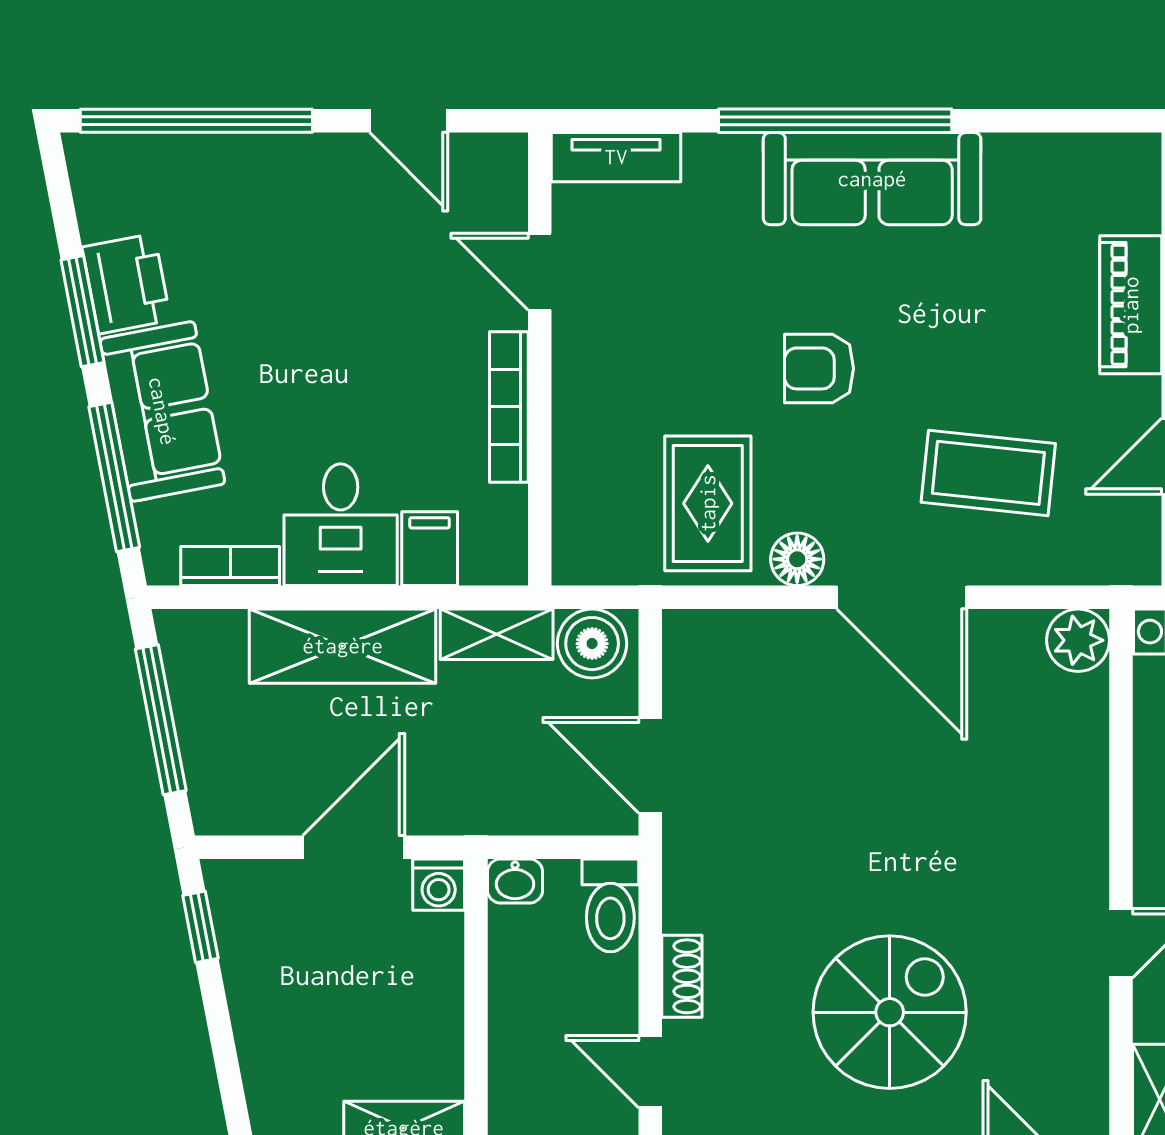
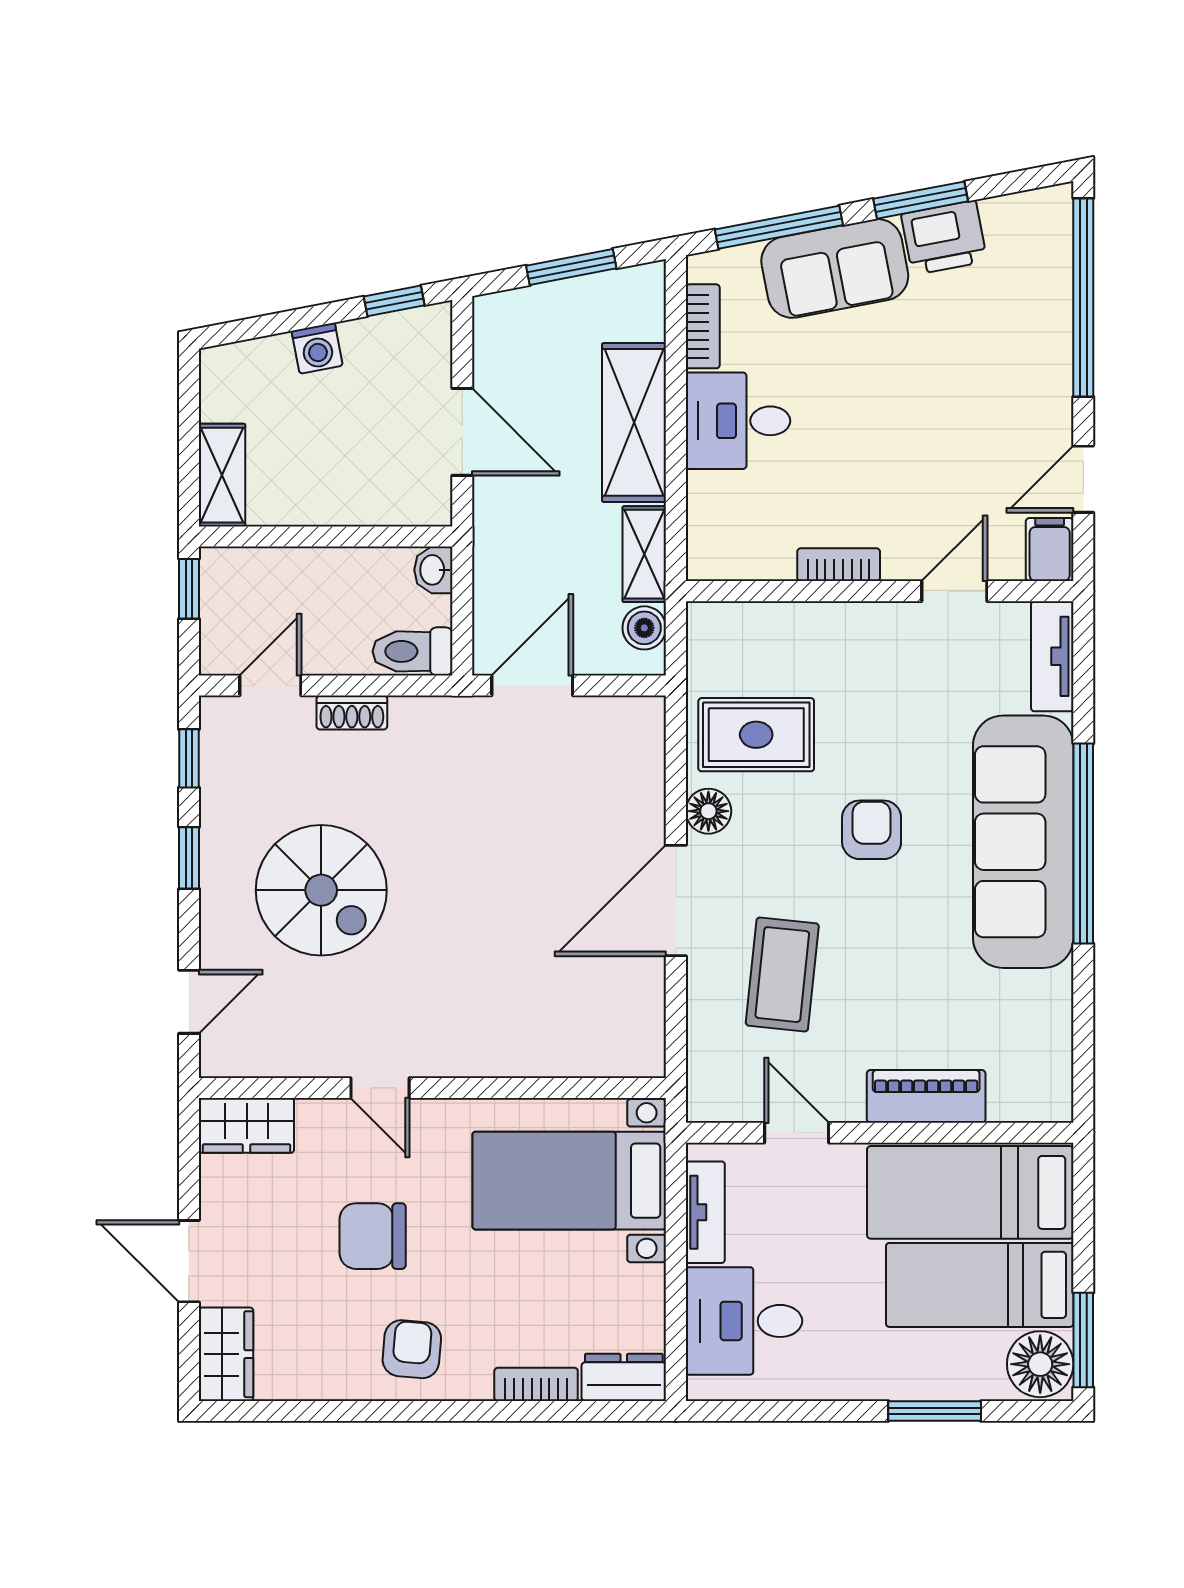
sofa: (872, 179) -> (1023, 842), width x1.36, depth x1.27
bookcase: (509, 407) -> (839, 565), width x0.64
filing cabinet: (430, 549) -> (1050, 550), moved, turned -90
plant: (1078, 640) -> (639, 1051), removed
boiler: (592, 644) -> (644, 628), width x0.73, depth x0.73
window: (161, 720) -> (571, 267), width x0.69
washing machine: (439, 885) -> (317, 348), moved, turned -101

